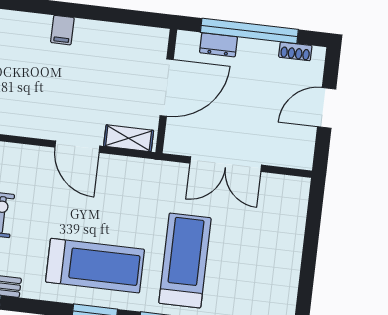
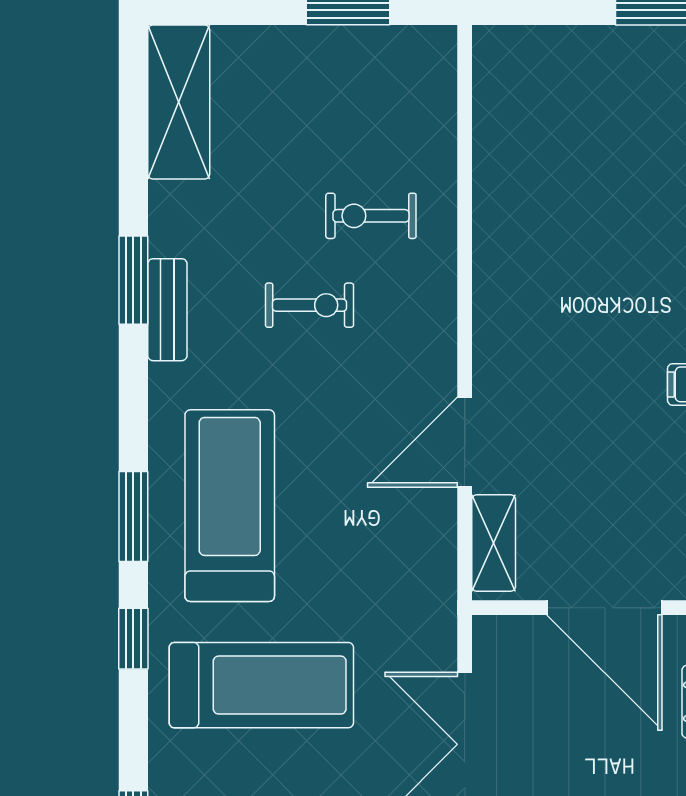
treadmill: (95, 266) -> (230, 506), turned 180

